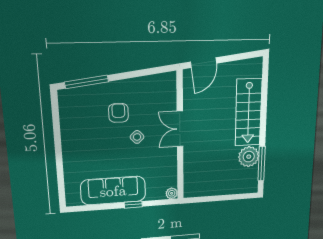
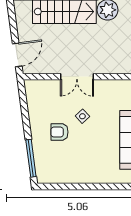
door: (204, 63) -> (17, 55), hinge flipped

